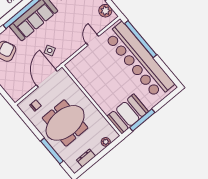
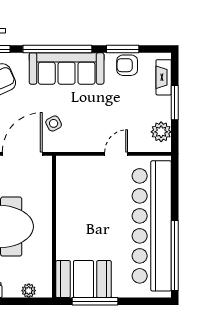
window: (141, 39) -> (175, 255), moved

